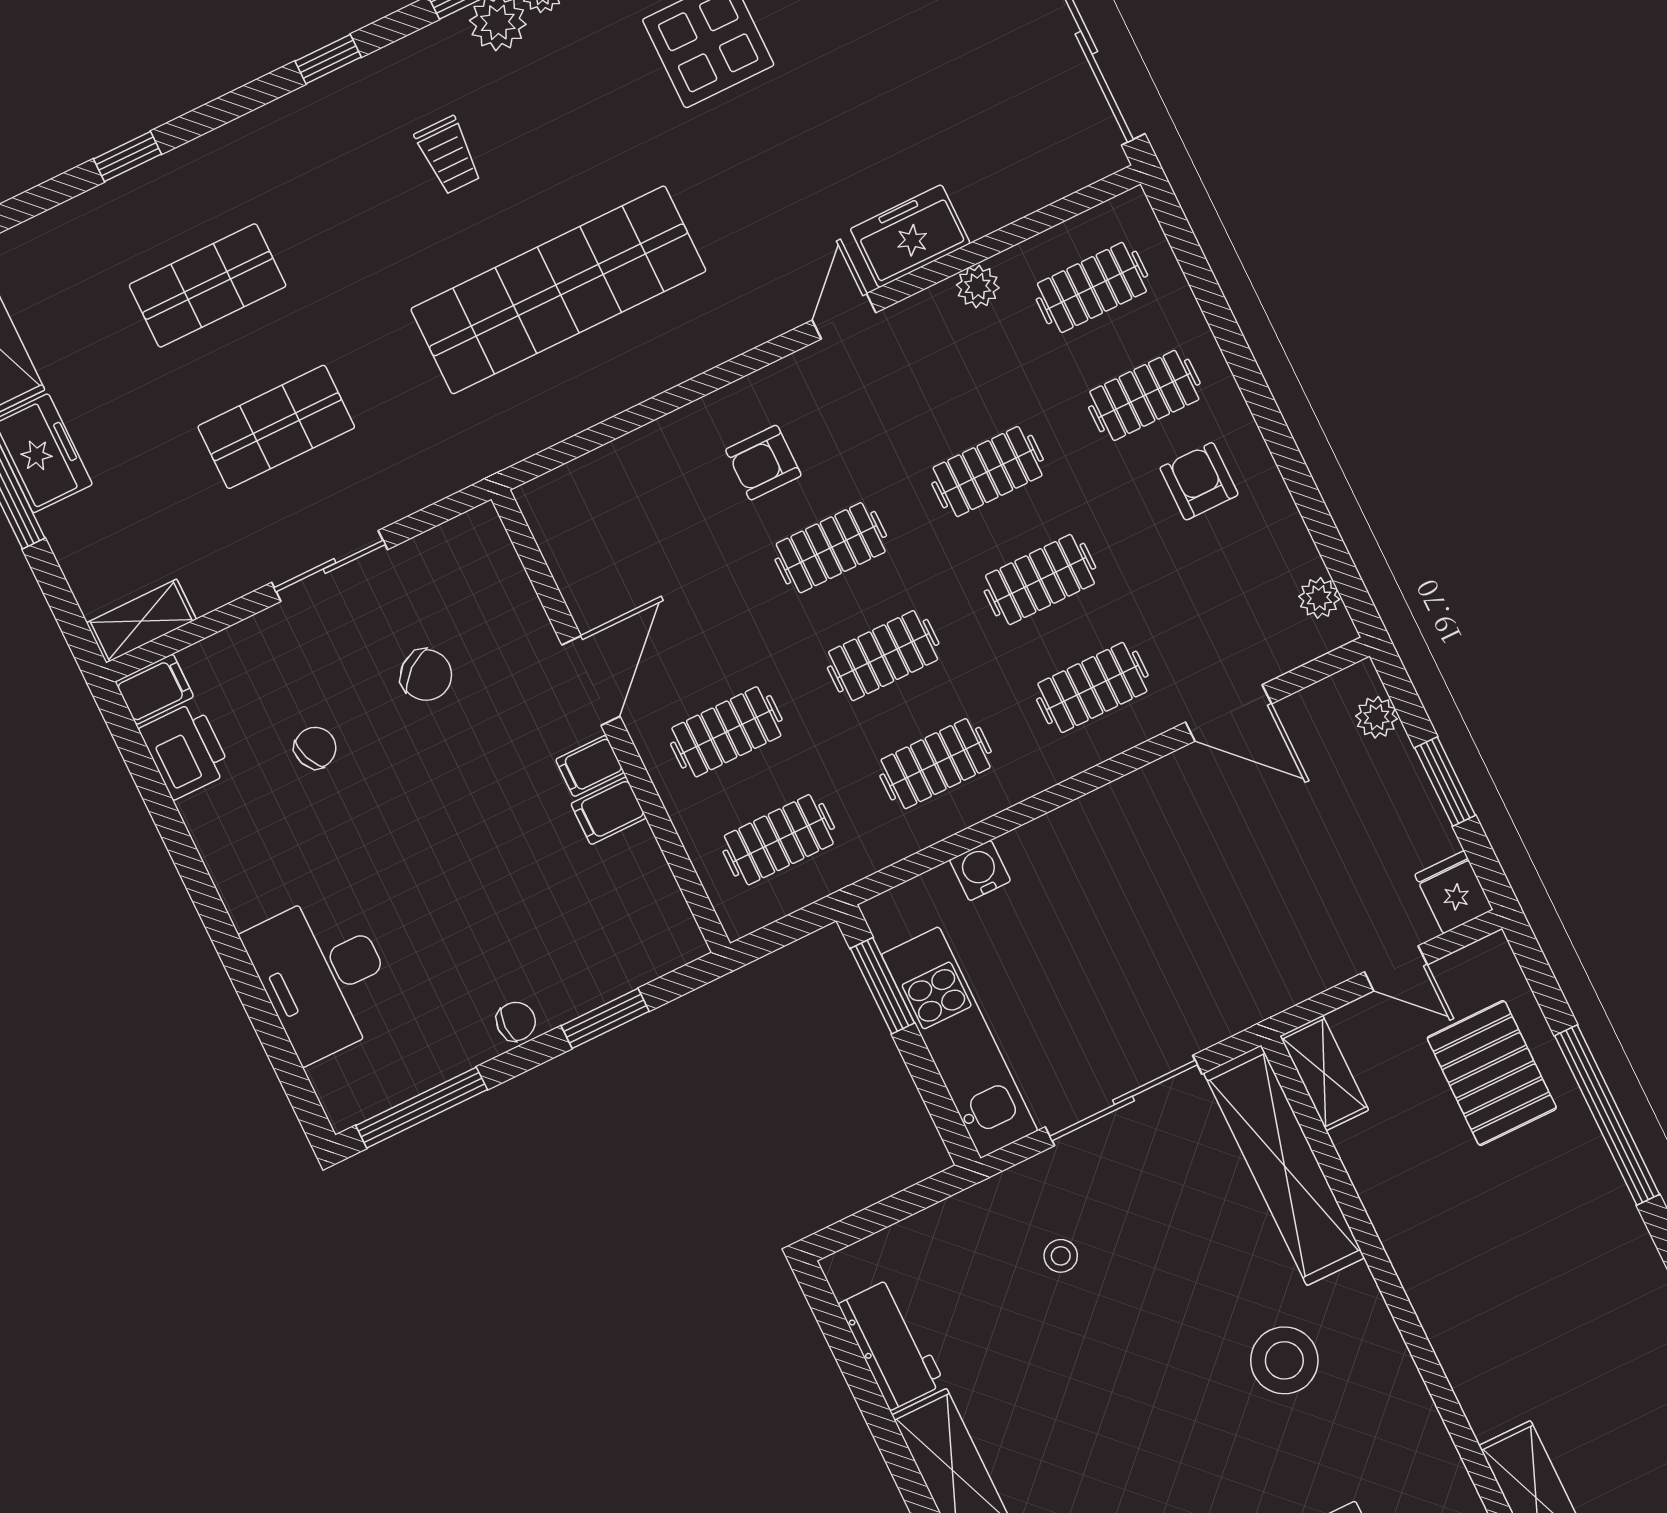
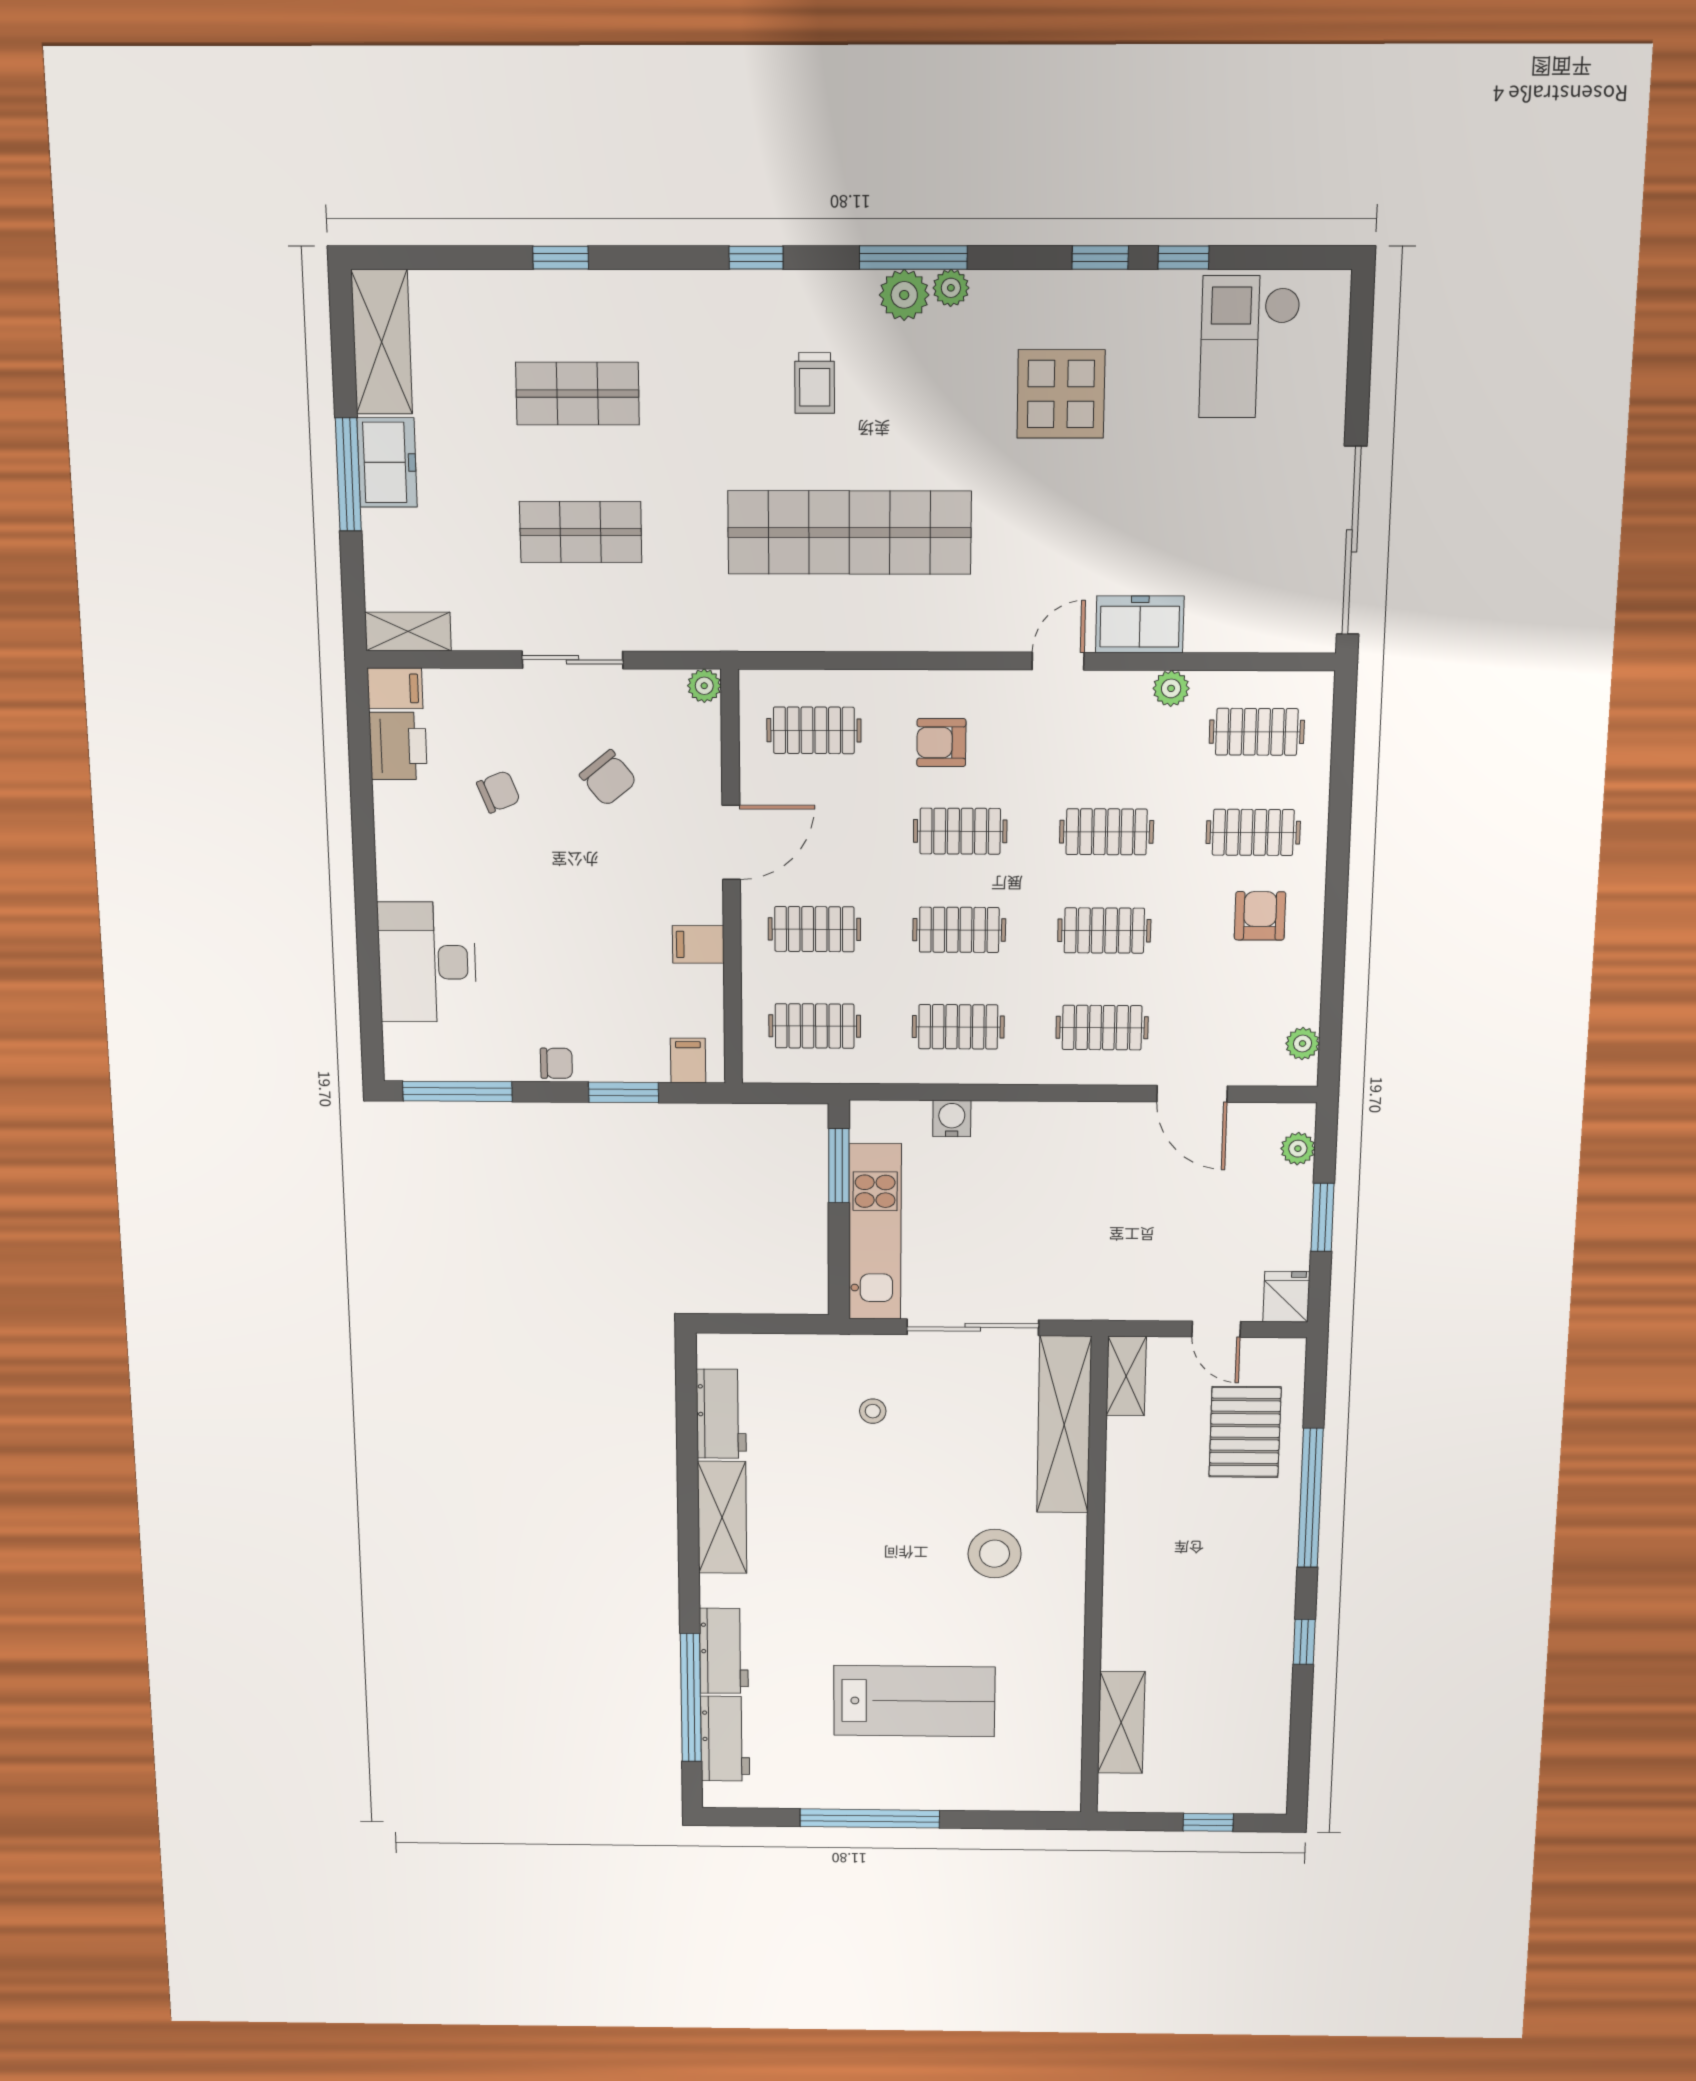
clothes rail: (622, 516) -> (814, 730), added
plant: (482, 525) -> (704, 686), added
filing cabinet: (590, 766) -> (688, 1060), moved, turned 90

